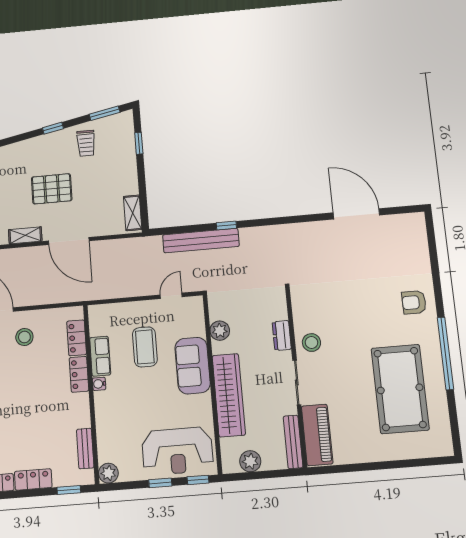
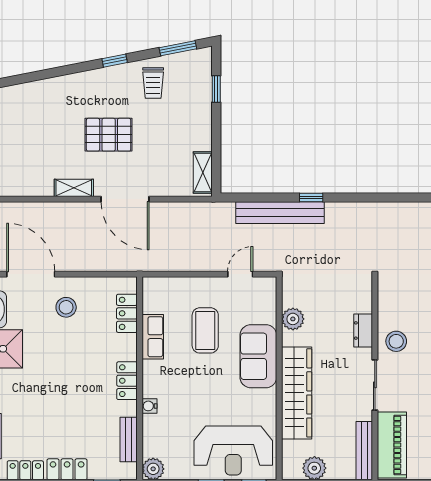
locker: (79, 374) -> (127, 381), moved
water cooler: (99, 384) -> (149, 406), moved

